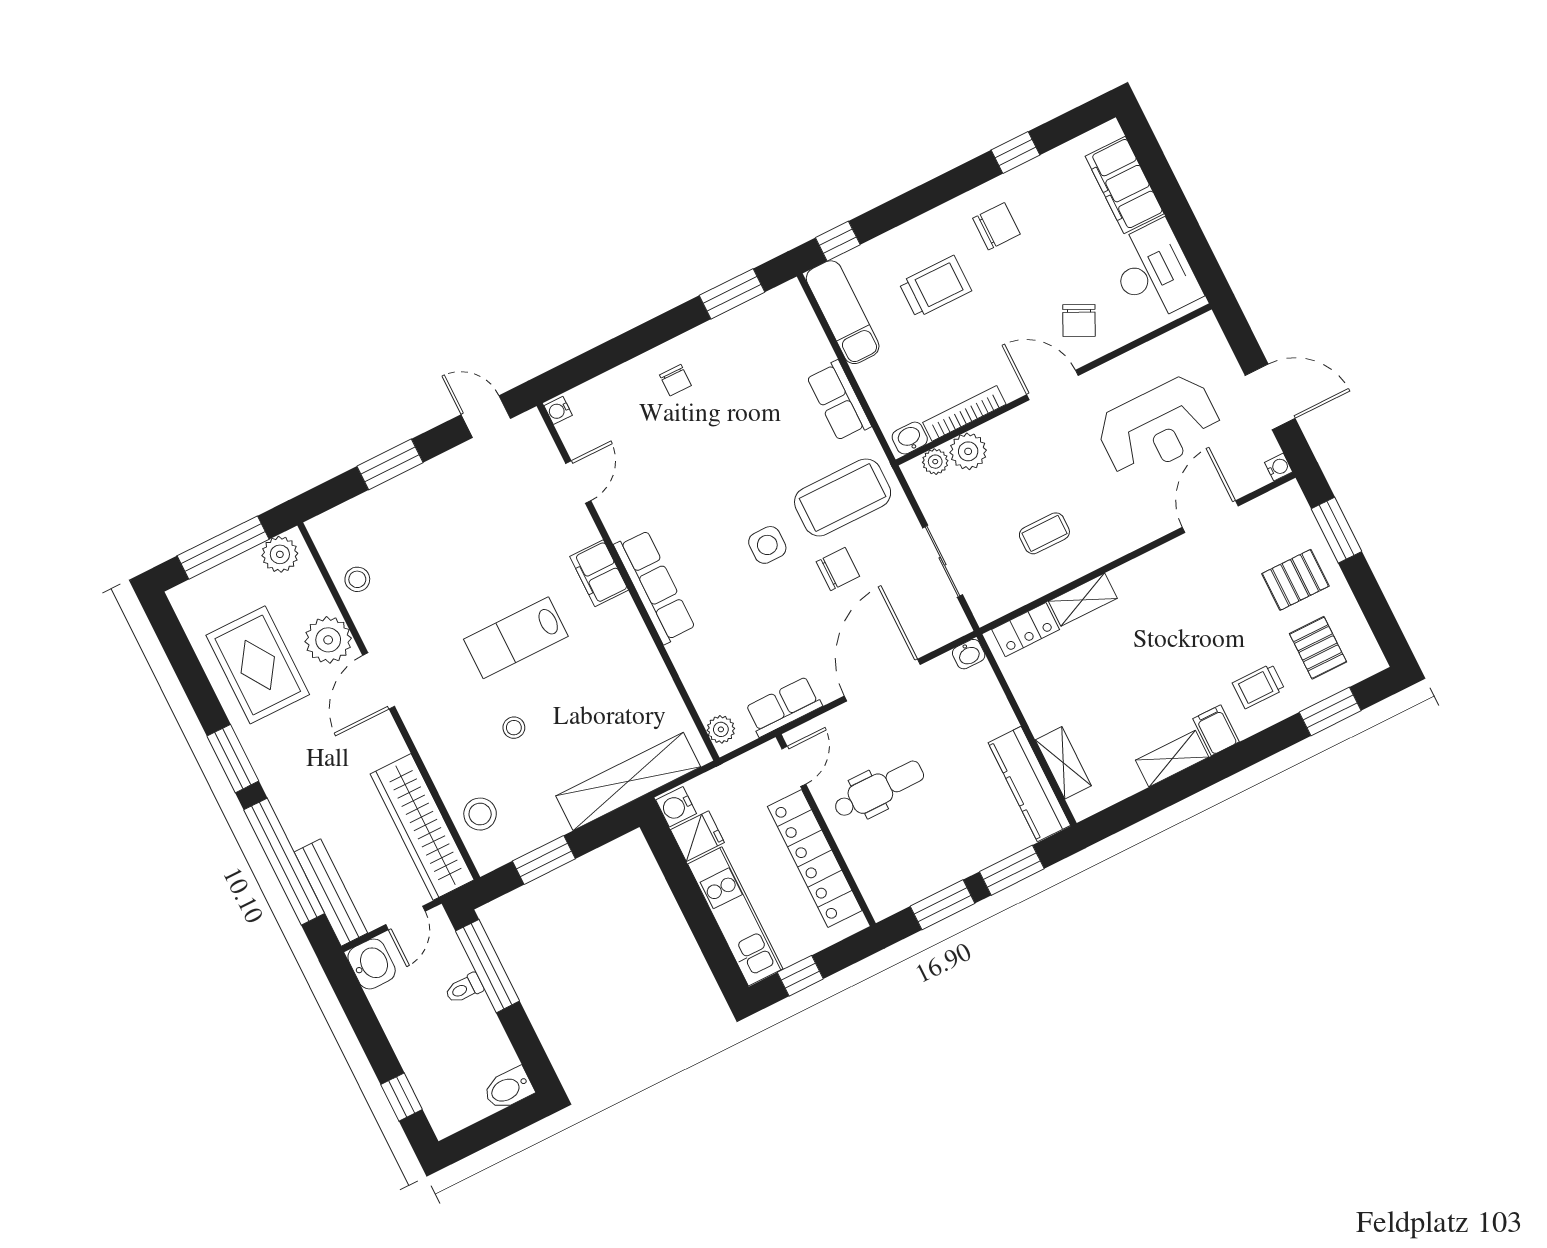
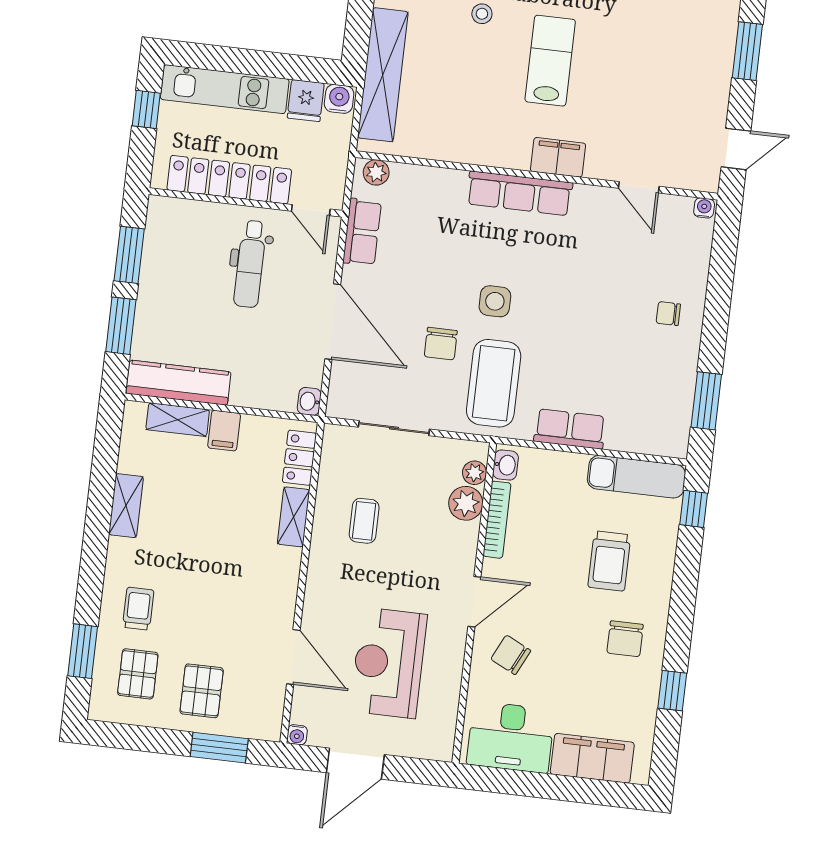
pallet: (1318, 648) -> (138, 674), turned 90
filing cabinet: (1216, 730) -> (224, 431), moved, turned 90

